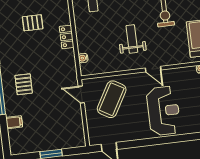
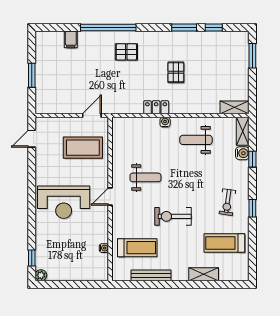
water cooler: (83, 58) -> (165, 122), moved
pallet: (24, 84) -> (126, 52), moved
coffee table: (112, 99) -> (83, 148), turned -30

